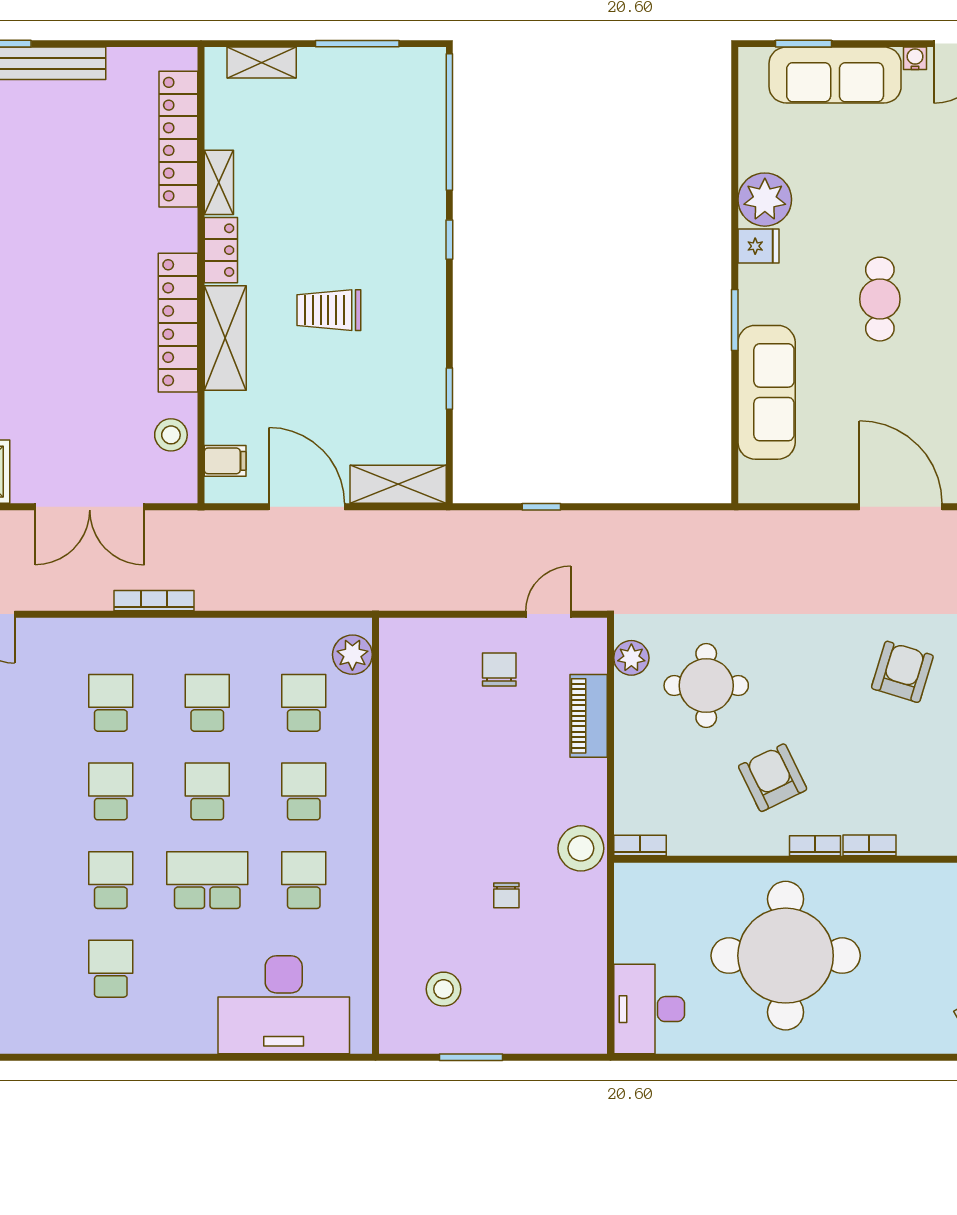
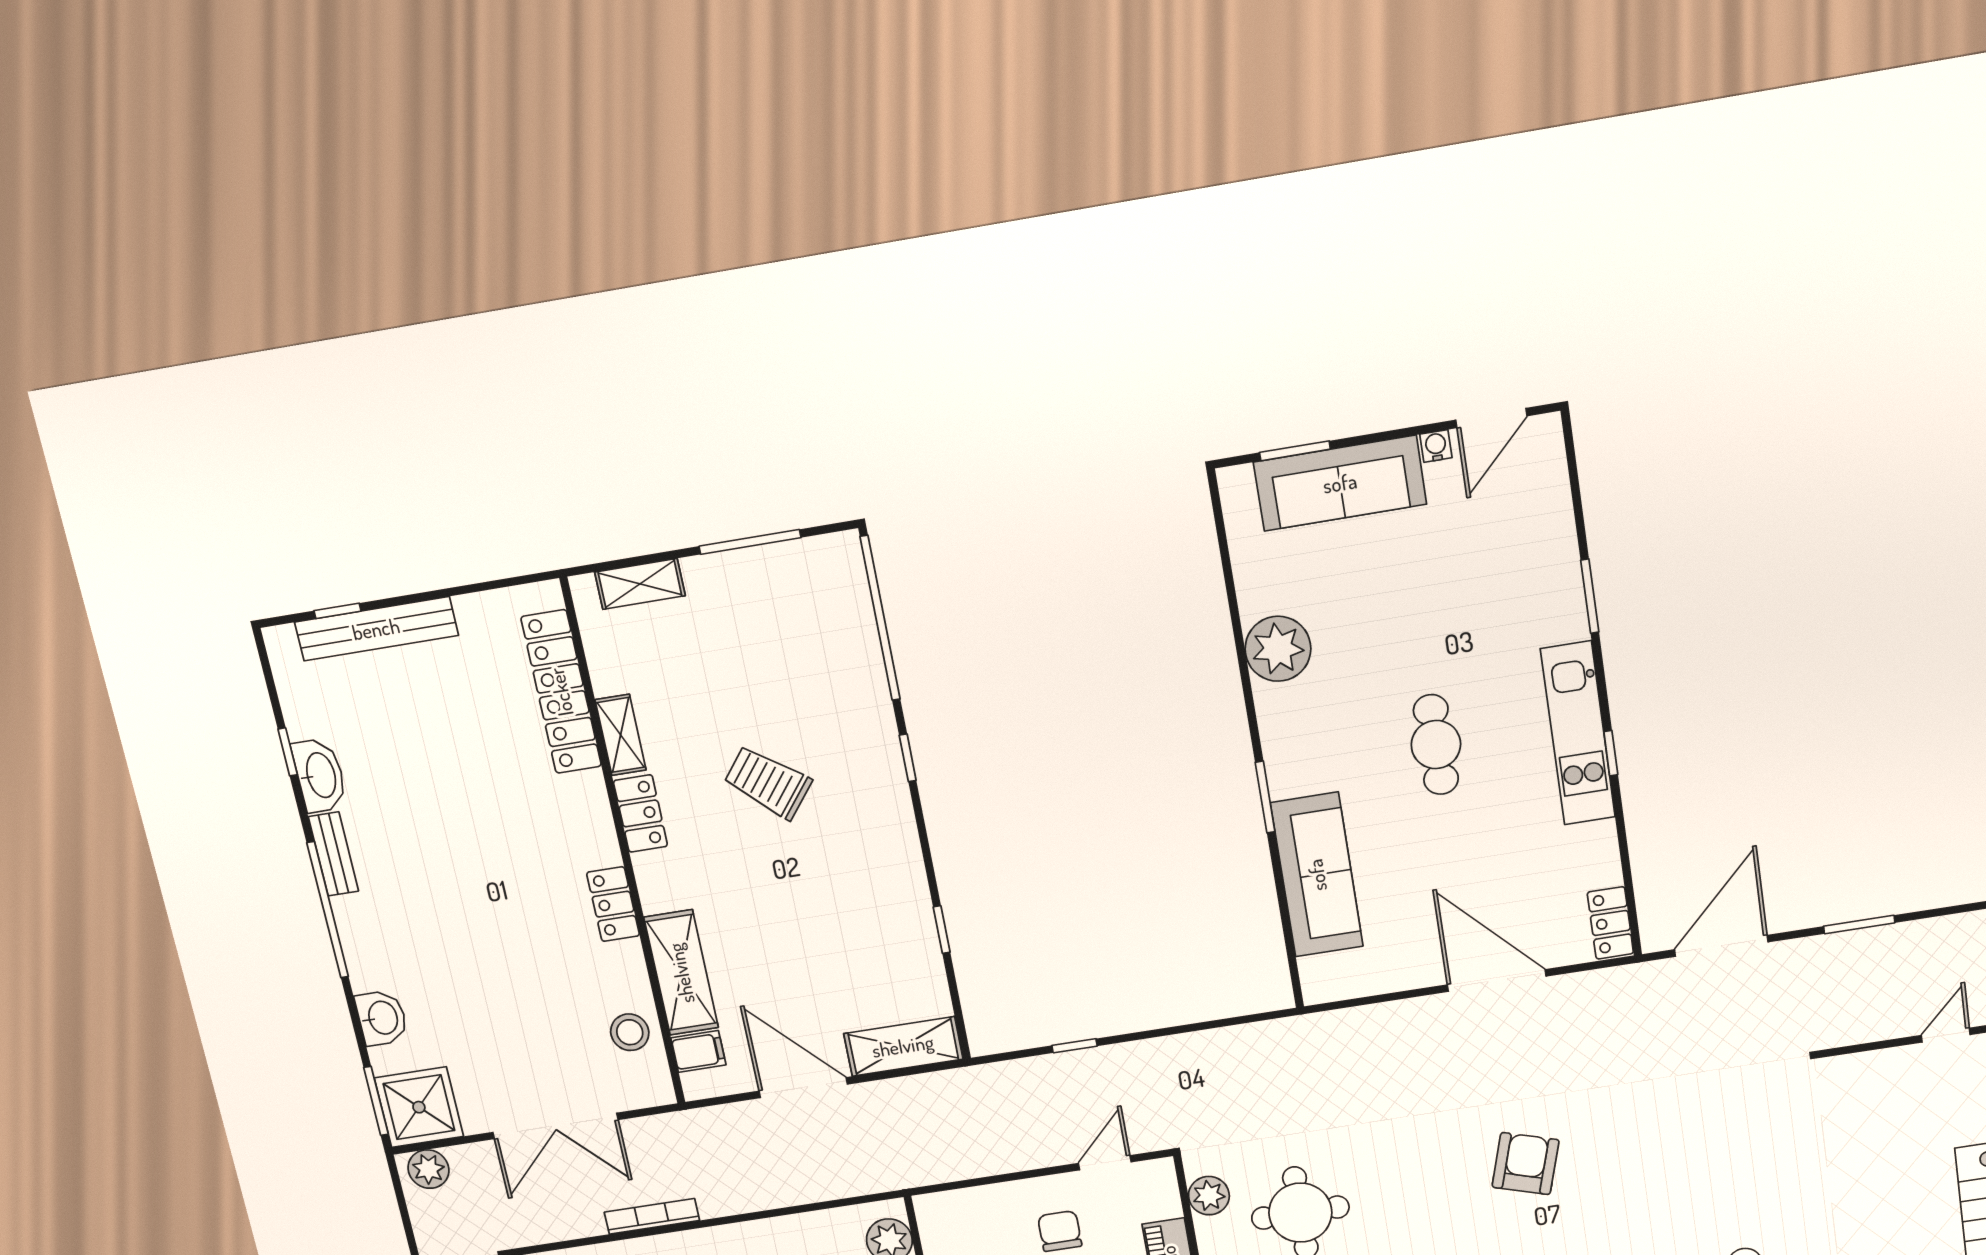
fridge: (758, 246) -> (1279, 706), removed
trolley: (329, 310) -> (768, 782), moved, turned 39
locker: (178, 323) -> (613, 904), width x0.46, depth x0.83
shelving: (225, 338) -> (681, 973), moved

